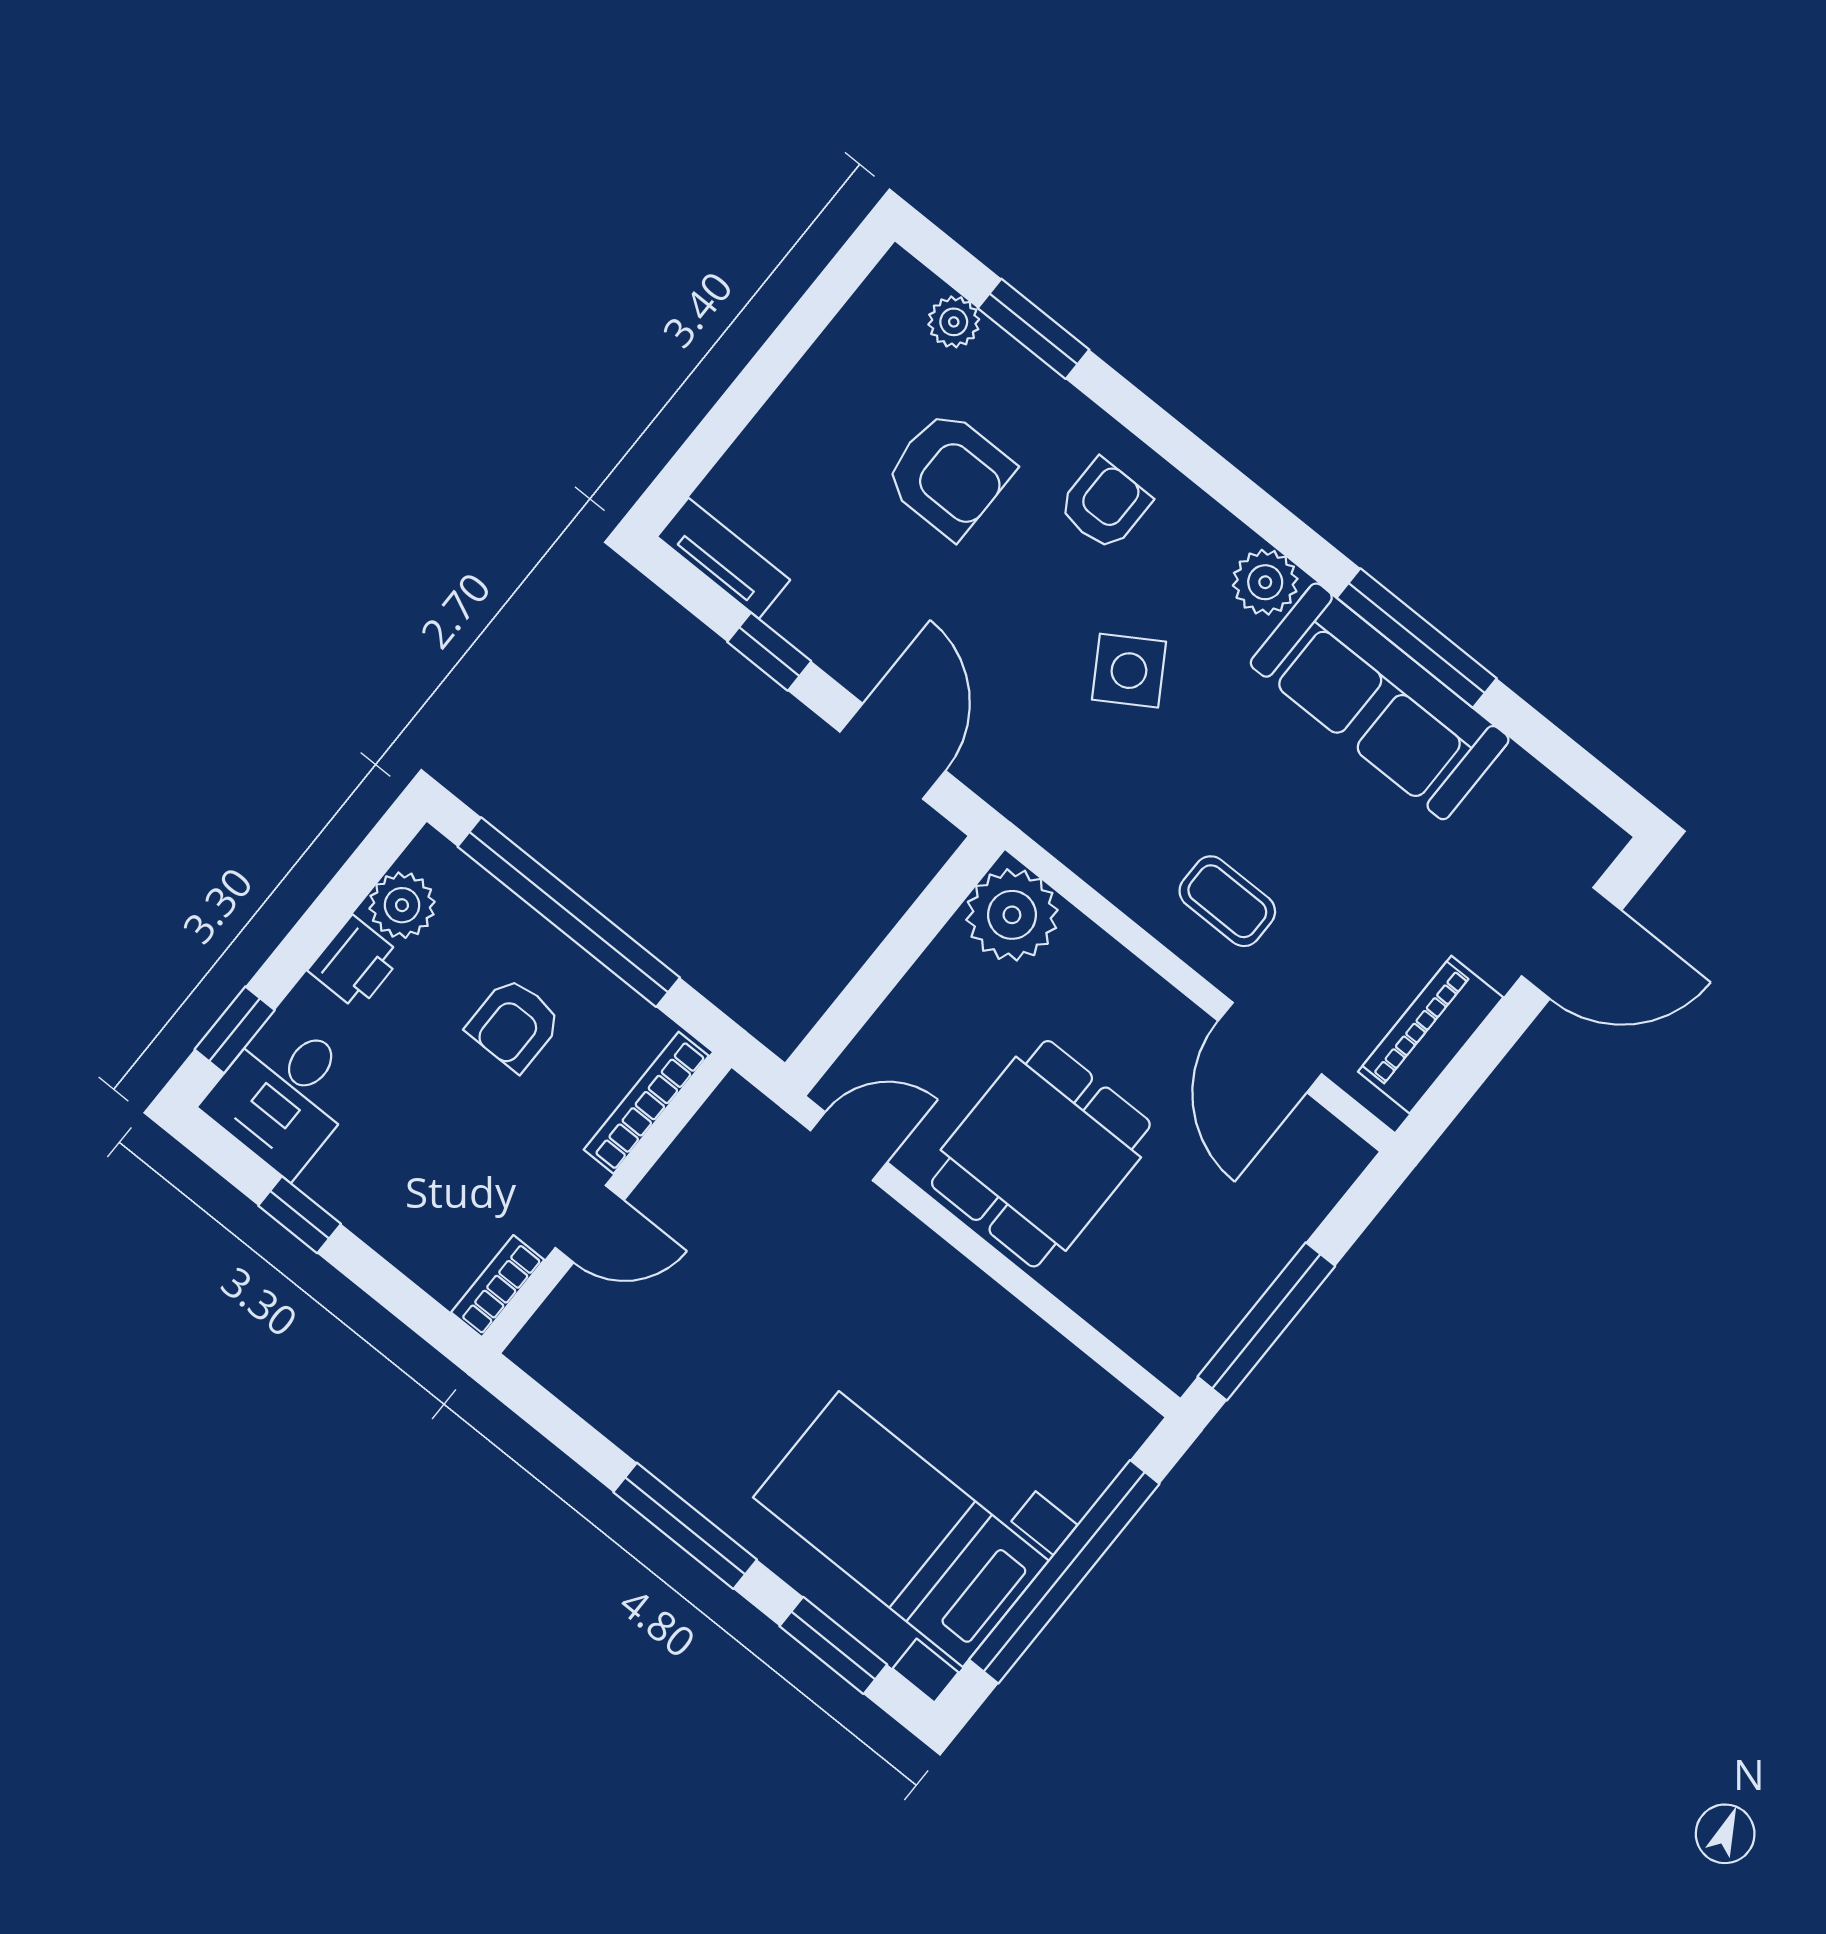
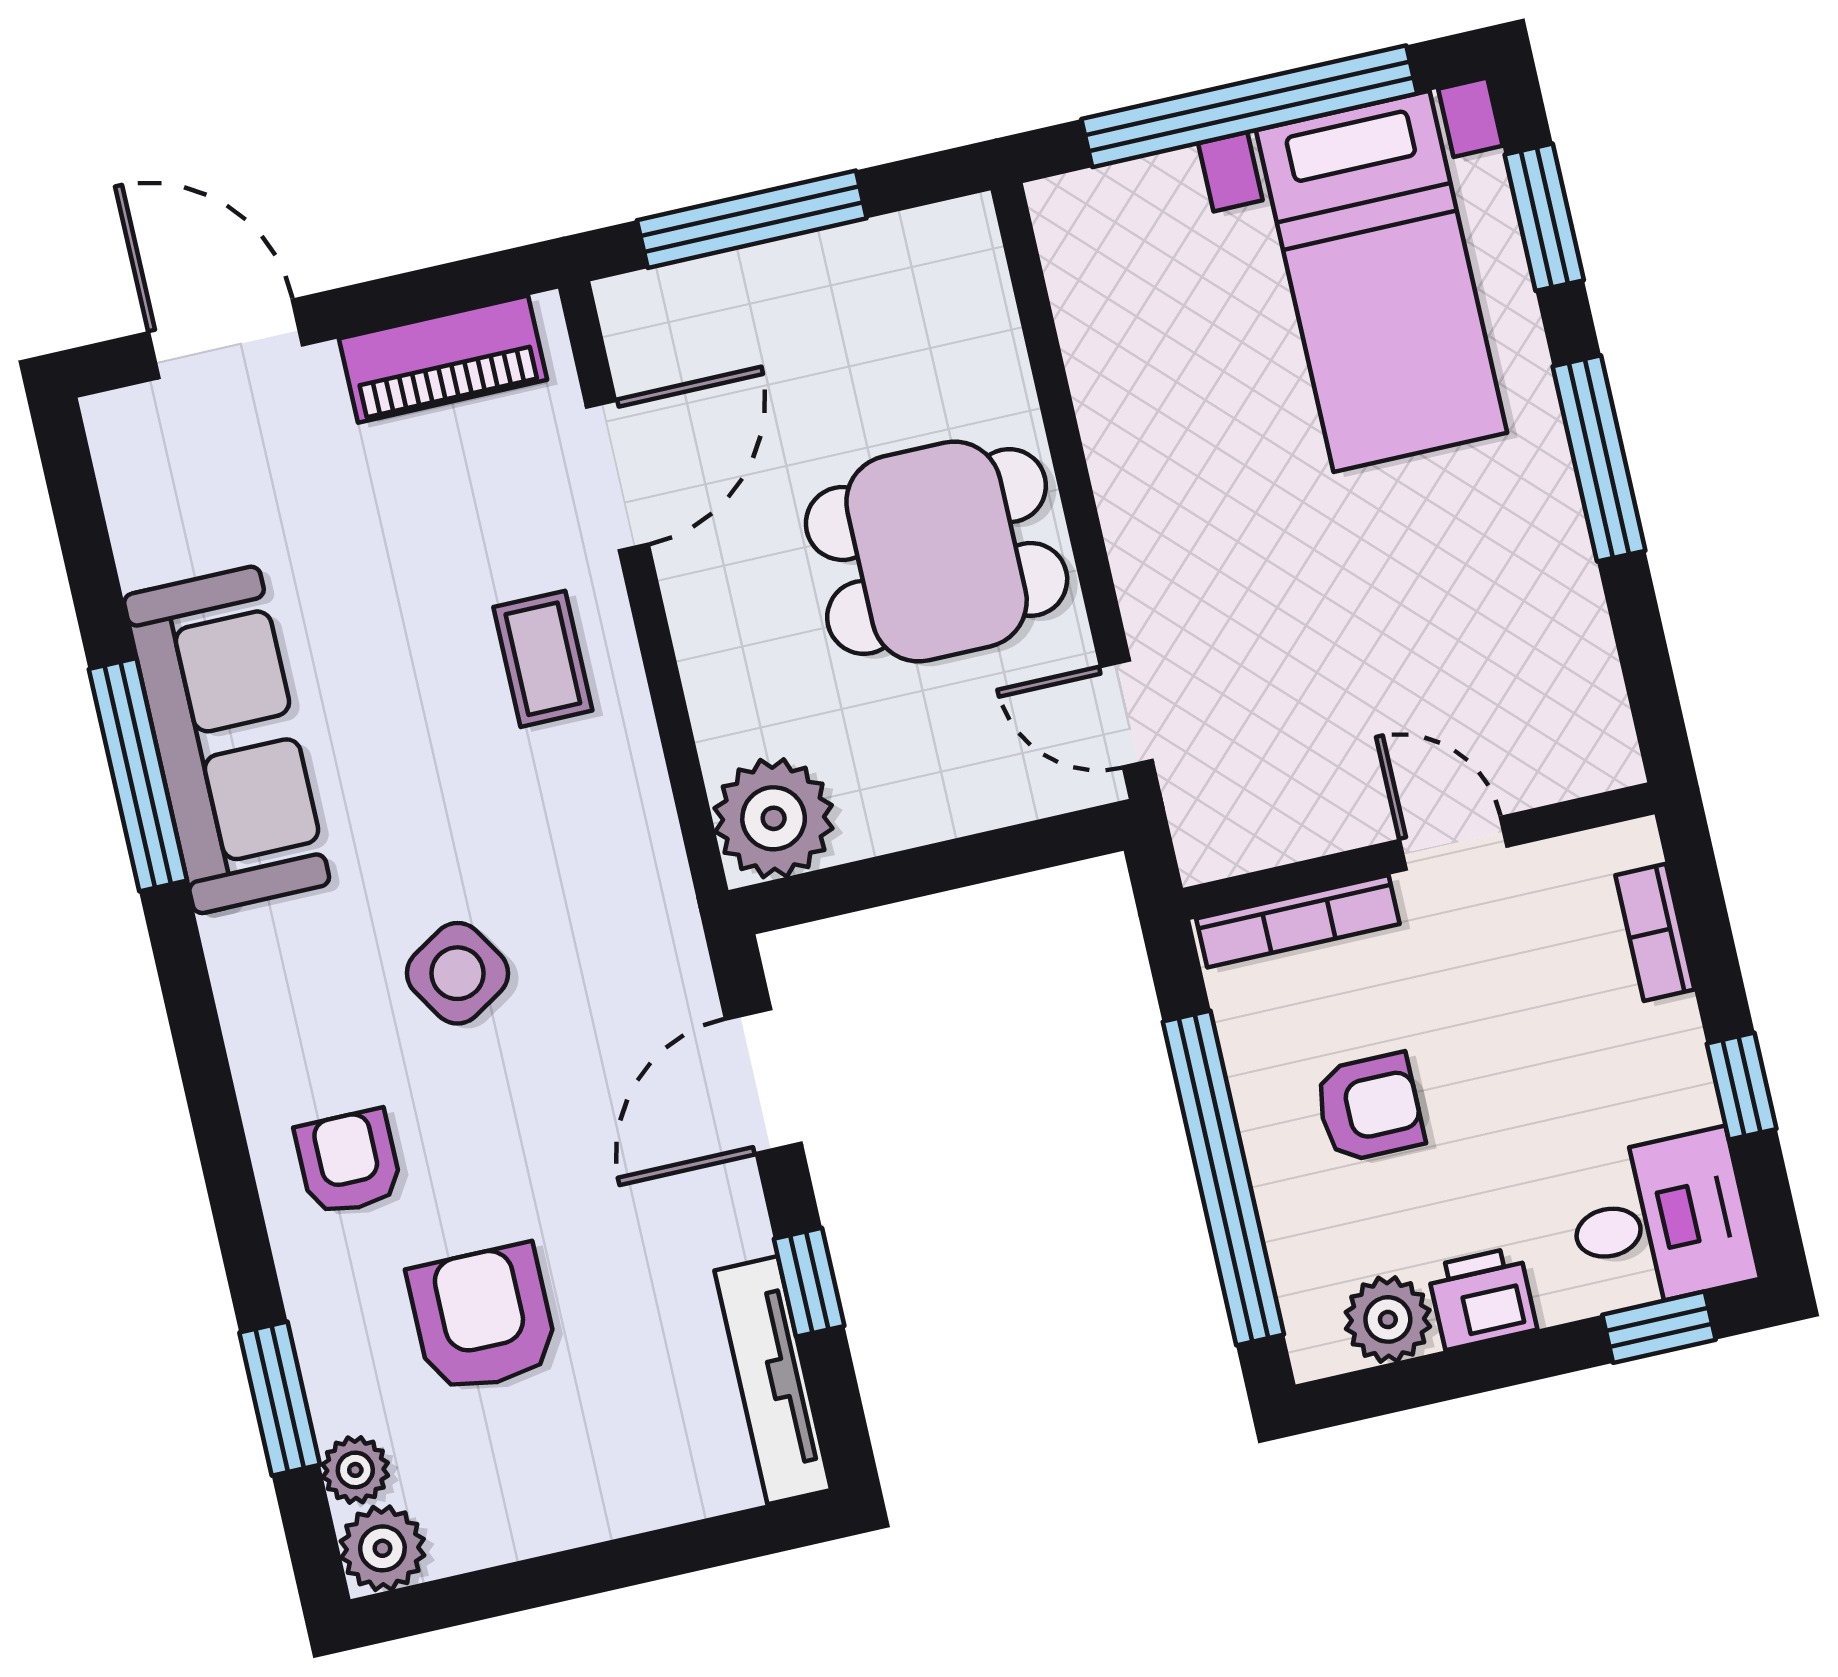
armchair: (1105, 504) -> (349, 1162), turned 90
tv unit: (724, 558) -> (773, 1380), width x1.41
plant: (1265, 582) -> (382, 1548), moved
bookcase: (498, 1286) -> (1655, 932), moved, turned 90
window: (1266, 1321) -> (752, 219), moved

